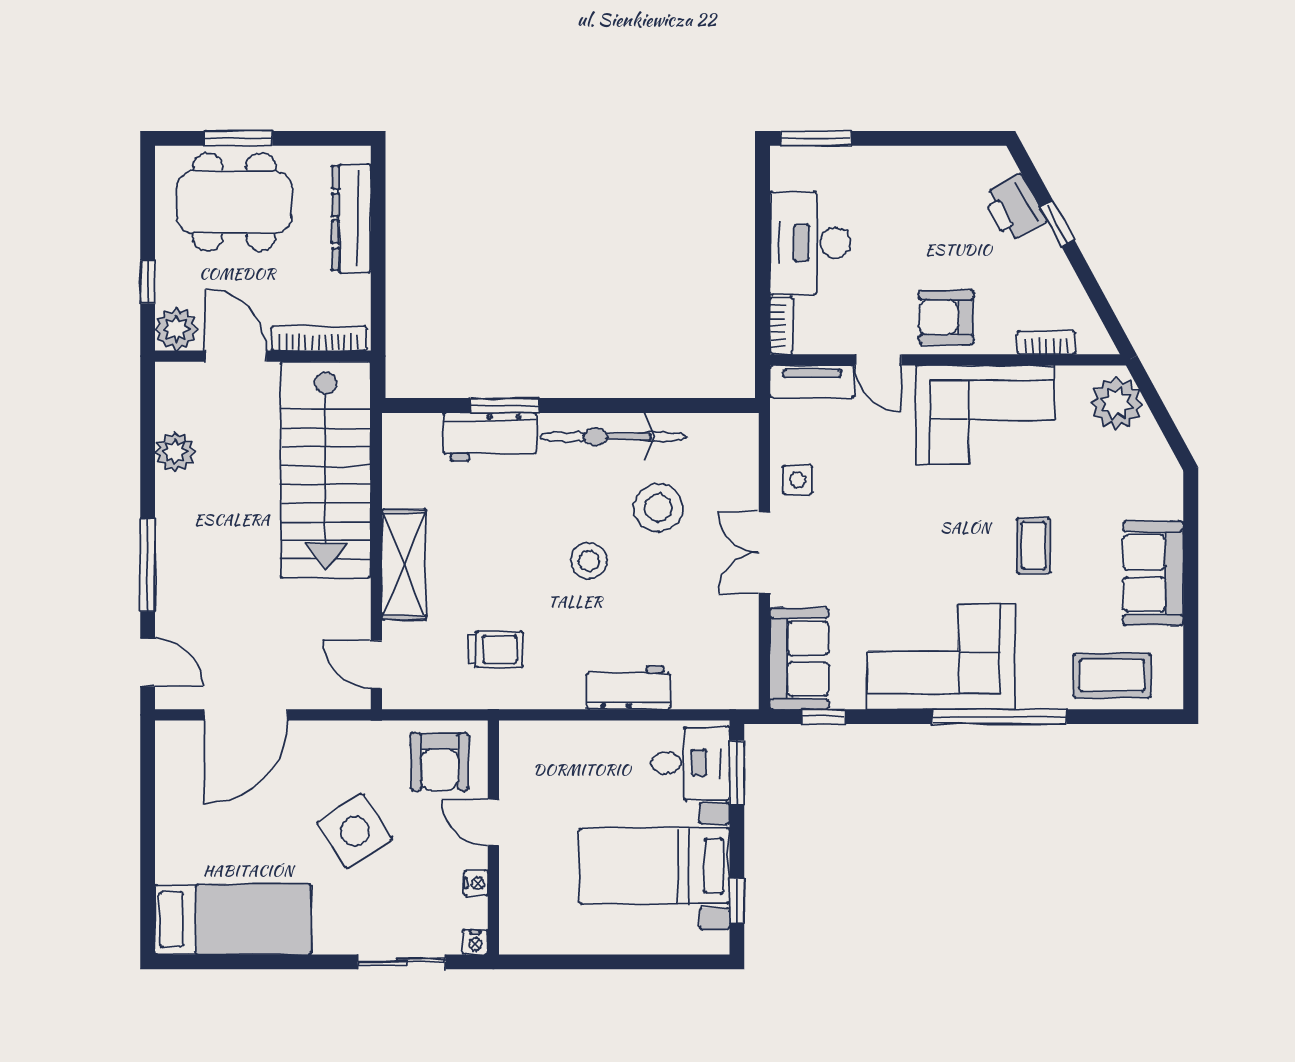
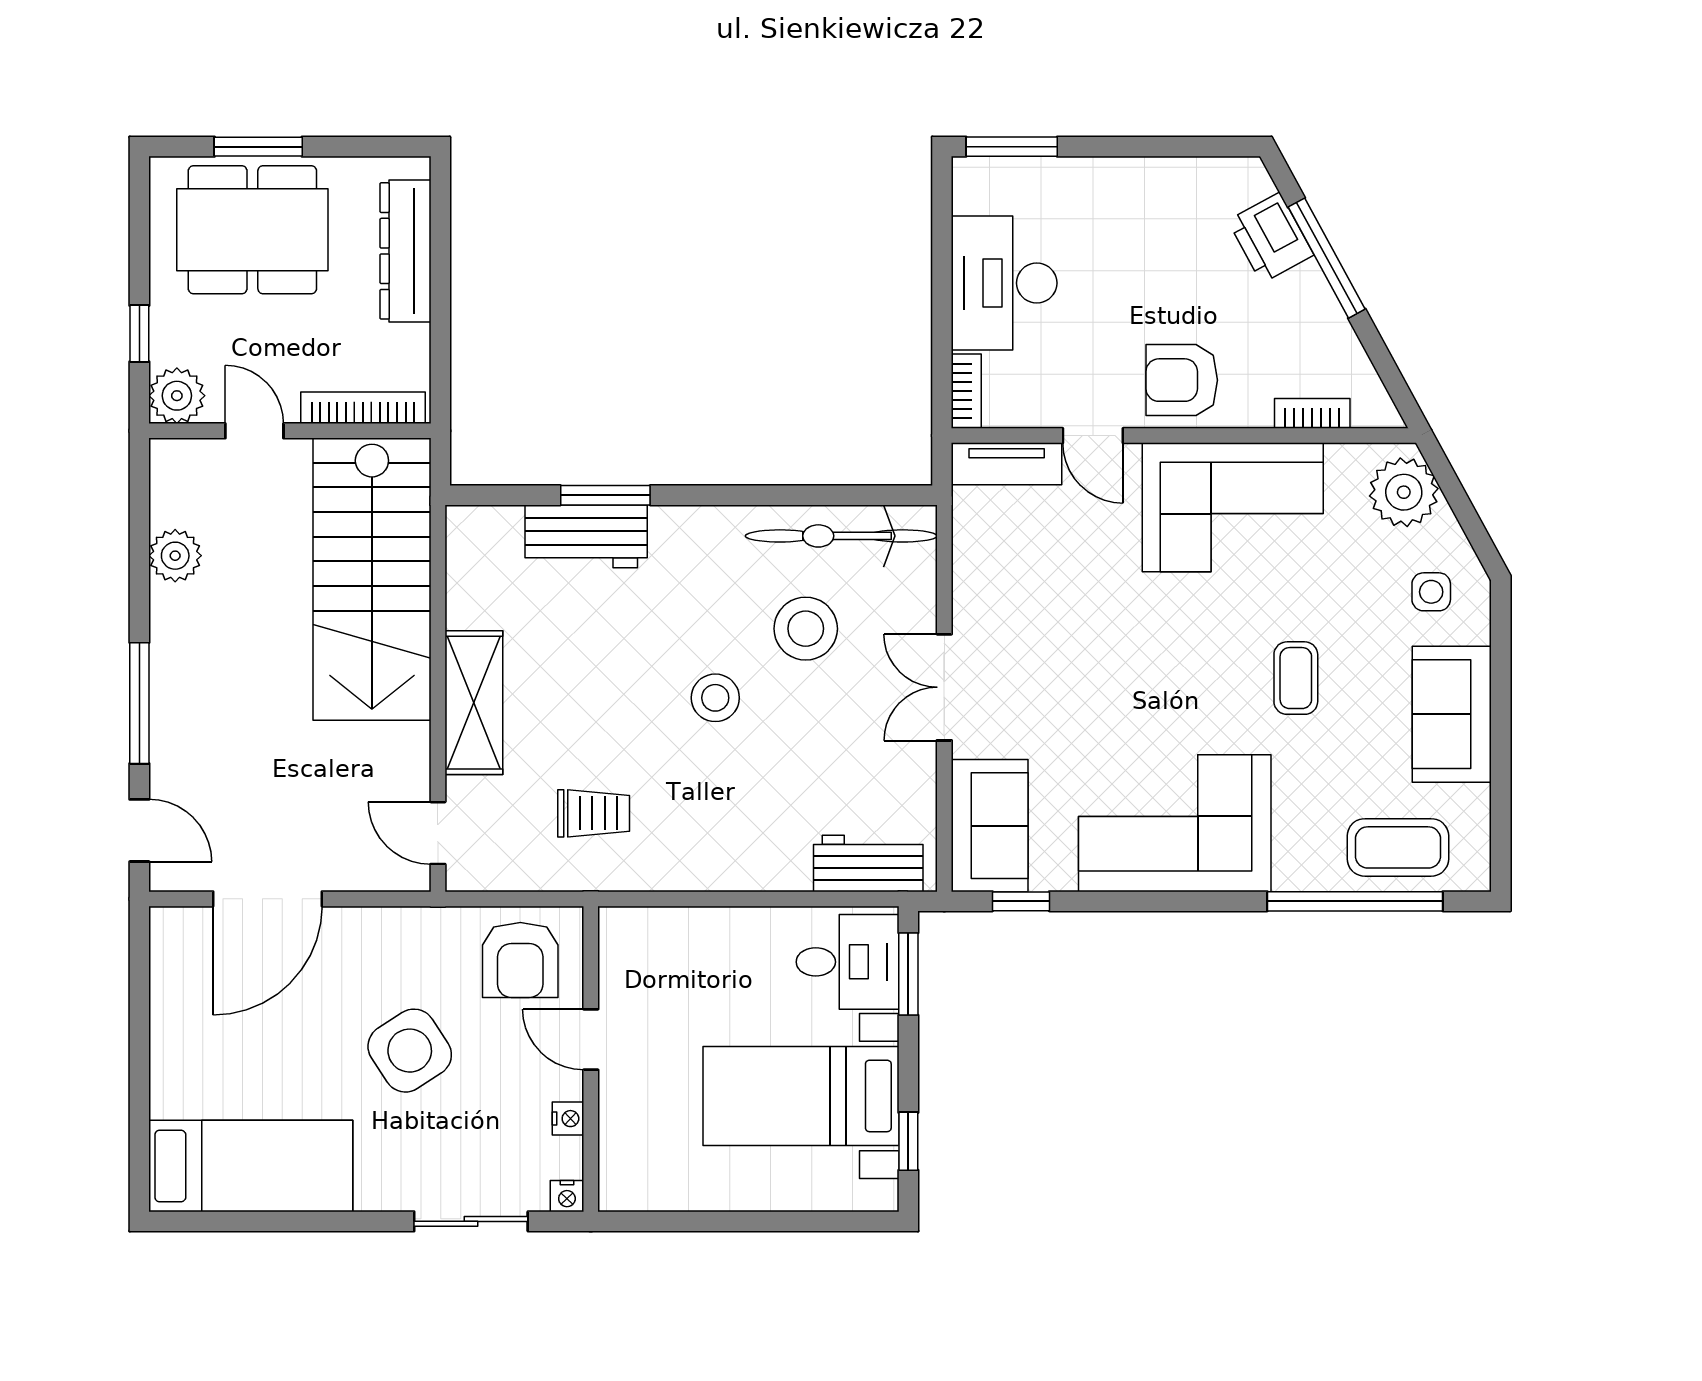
window: (1057, 224) -> (1327, 258), width x2.17
door: (236, 356) -> (254, 431), width x0.73
bicycle: (613, 437) -> (841, 536), moved
side table: (798, 480) -> (1431, 592), moved
workbench: (628, 688) -> (868, 863), moved
window: (999, 717) -> (1355, 901), moved

